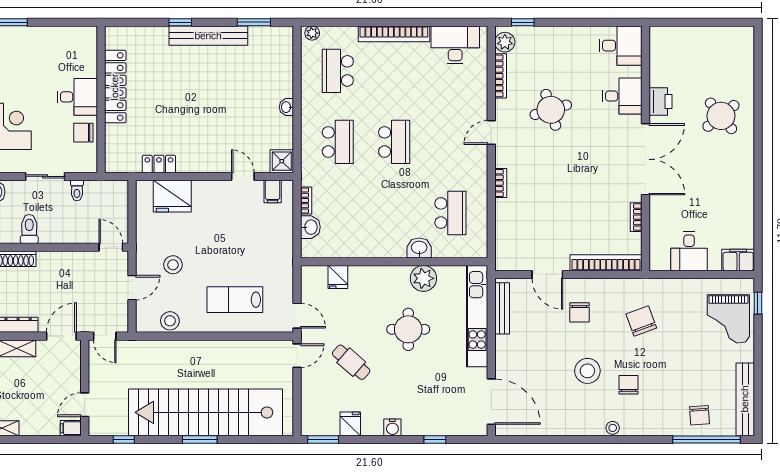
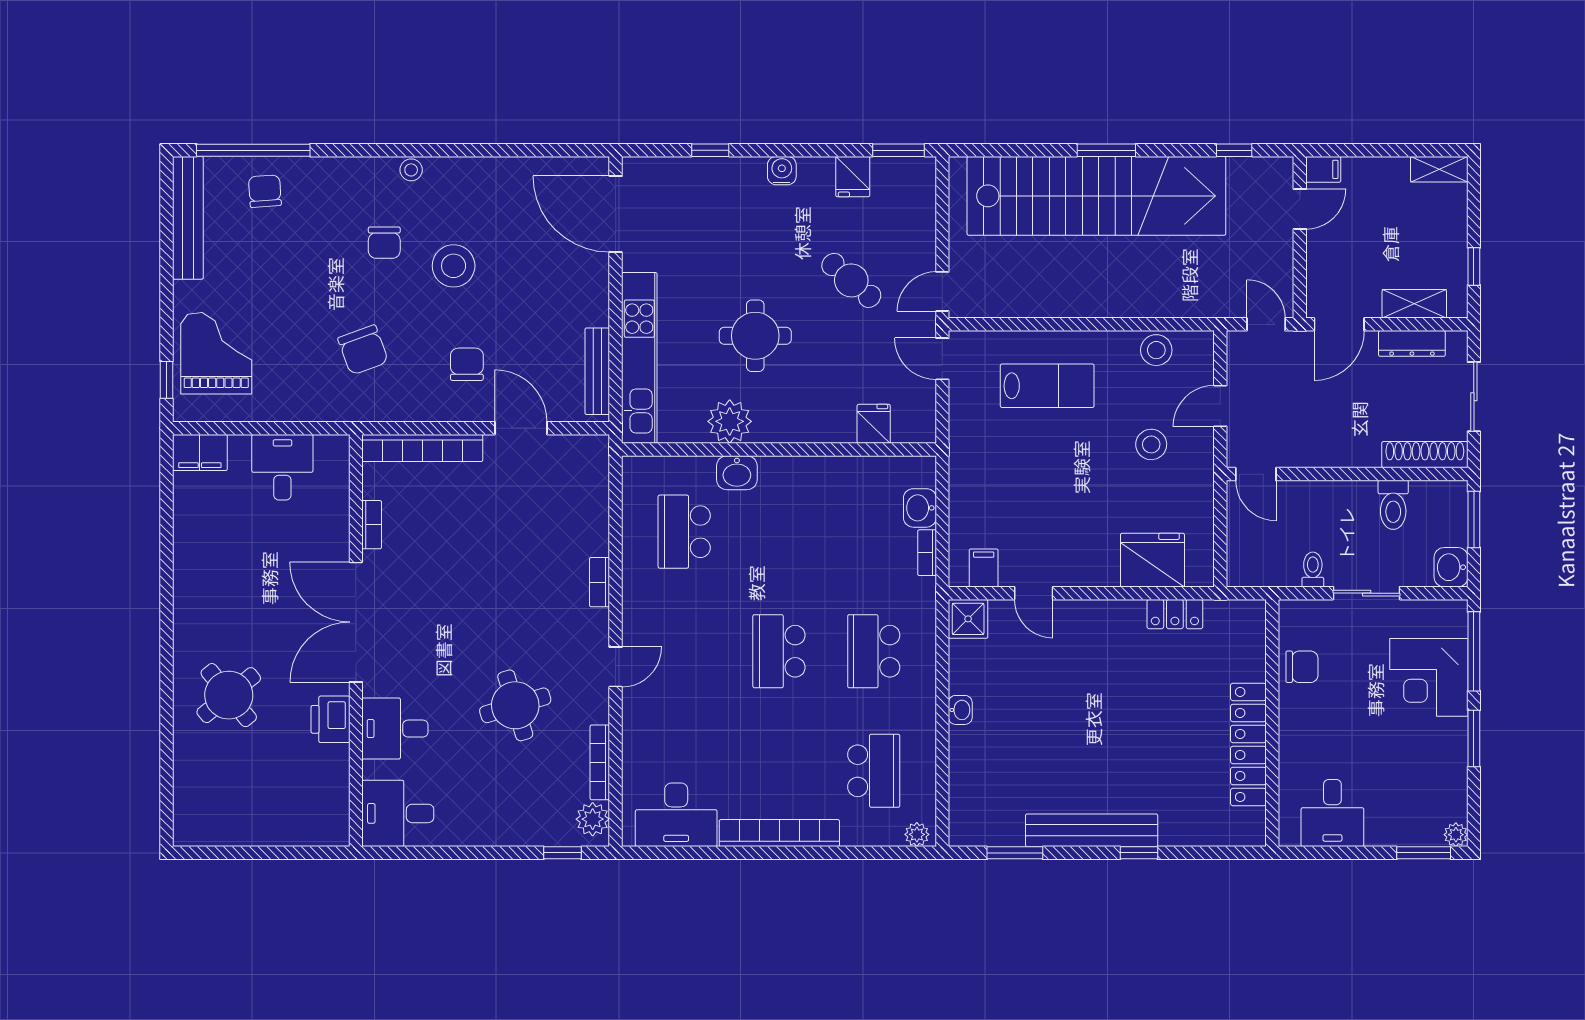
desk: (77, 97) -> (1332, 813), moved, turned -90

